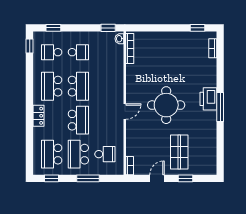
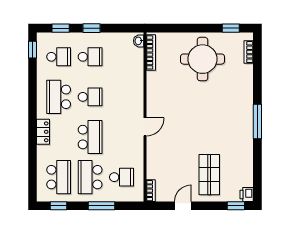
window: (108, 28) -> (91, 28), moved
school desk: (52, 52) -> (59, 57), turned 180
school desk: (78, 86) -> (90, 97), width x0.54
printer: (208, 99) -> (247, 194), moved, width x0.53, depth x0.68
round table: (166, 105) -> (202, 59), moved
school desk: (52, 154) -> (59, 177), turned 180
window: (185, 178) -> (236, 206), moved

